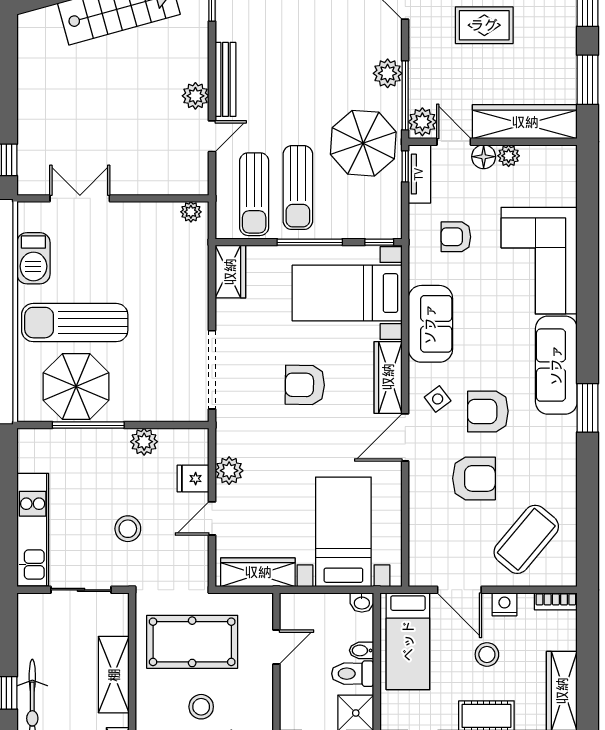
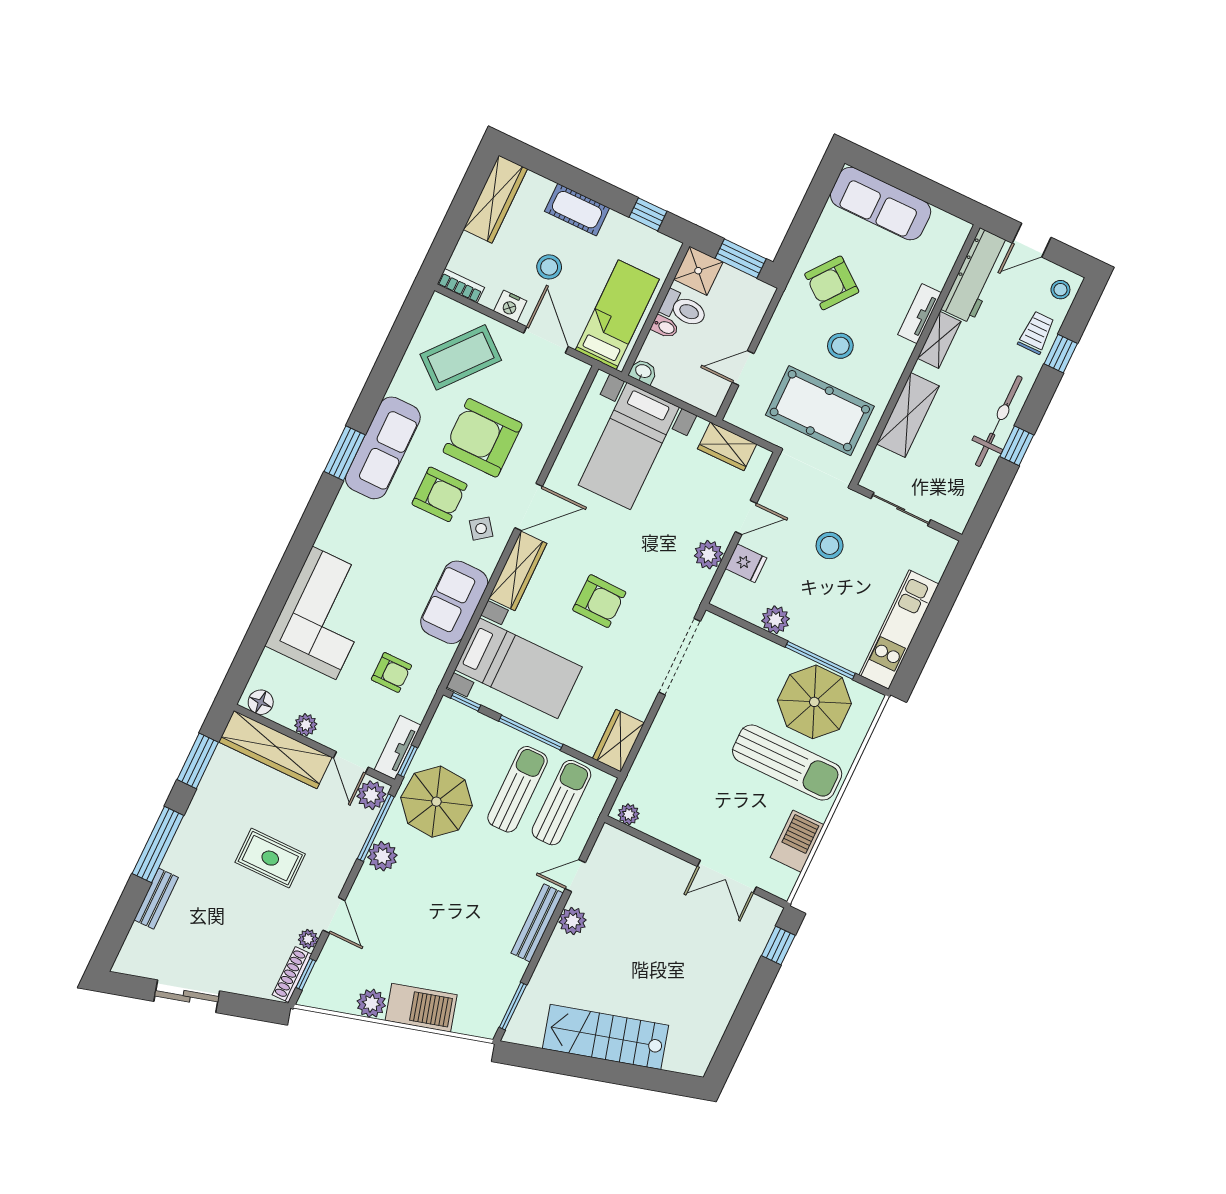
floor lamp: (484, 157) -> (261, 702), moved
sofa: (556, 365) -> (383, 448), moved
armchair: (474, 478) -> (483, 438), width x1.36, depth x1.36
kitchen unit: (33, 530) -> (899, 630), moved
wardrobe: (258, 572) -> (727, 446), width x0.67

